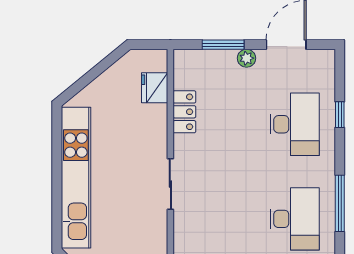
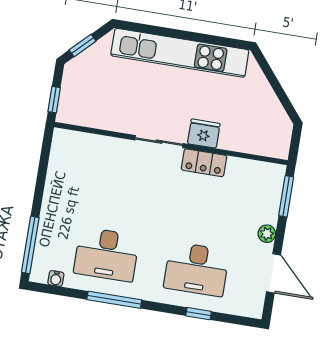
window: (223, 45) -> (286, 196), moved
fridge: (155, 88) -> (204, 134), moved
locker: (184, 112) -> (204, 163), moved

